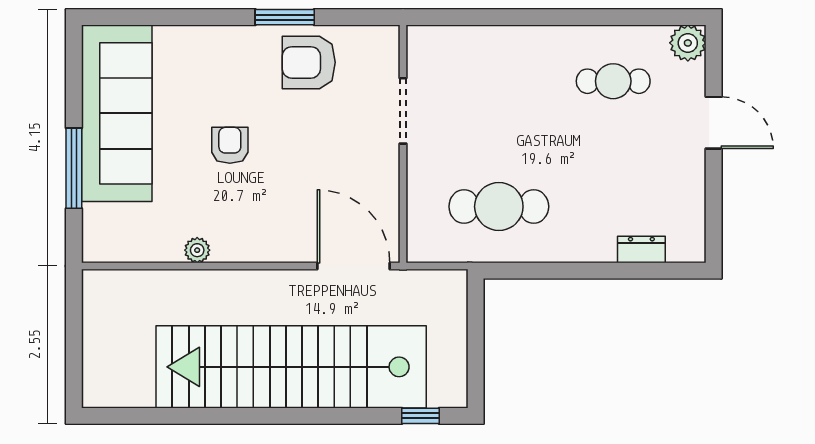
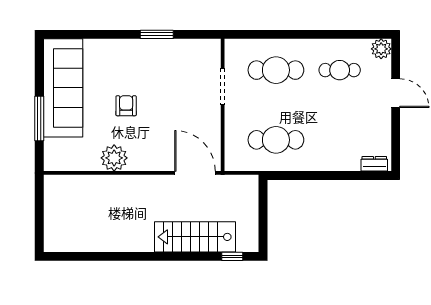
armchair: (309, 62) -> (170, 60), removed
cafe table: (499, 81) -> (276, 70), added
plant: (197, 250) -> (114, 158), width x1.88, depth x1.88
dresser: (641, 250) -> (374, 164), moved
stairs: (291, 367) -> (195, 237), width x0.54, depth x0.66

